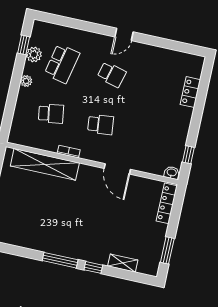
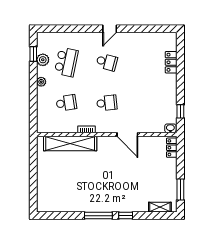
locker: (167, 203) -> (172, 148), width x0.66
shelving: (123, 263) -> (160, 207), moved

